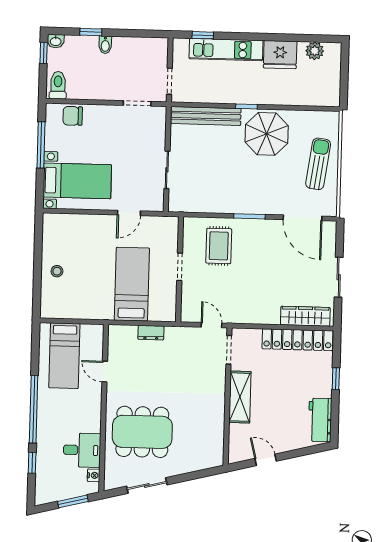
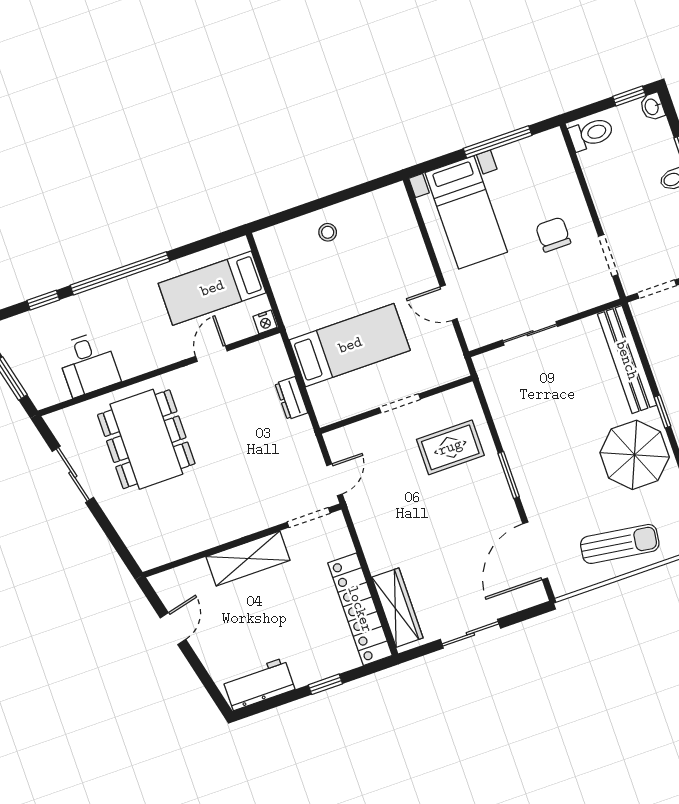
chair: (73, 116) -> (553, 234), moved
nightstand: (94, 475) -> (265, 322), moved

